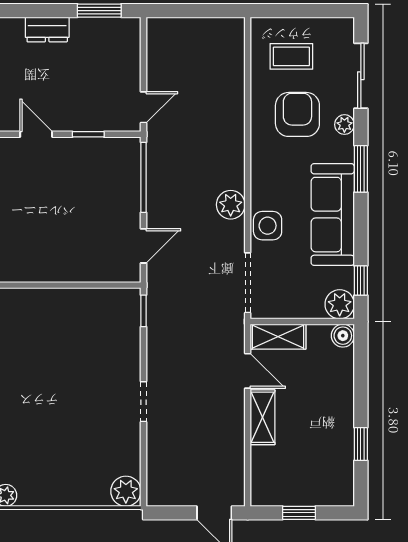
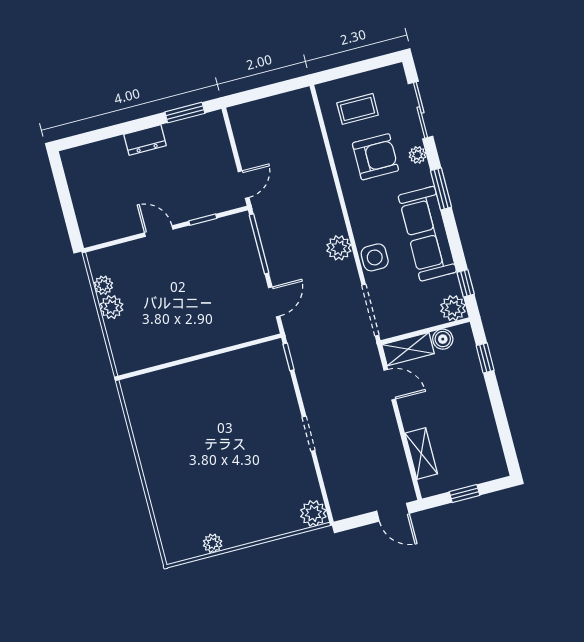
armchair: (297, 114) -> (375, 157), turned 90
boiler: (343, 336) -> (443, 339), moved
shelving: (263, 417) -> (421, 454), moved
window: (361, 444) -> (485, 358), moved

